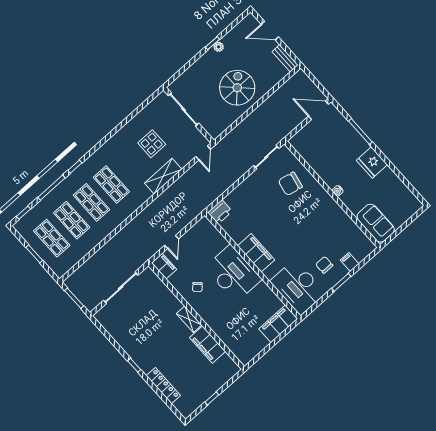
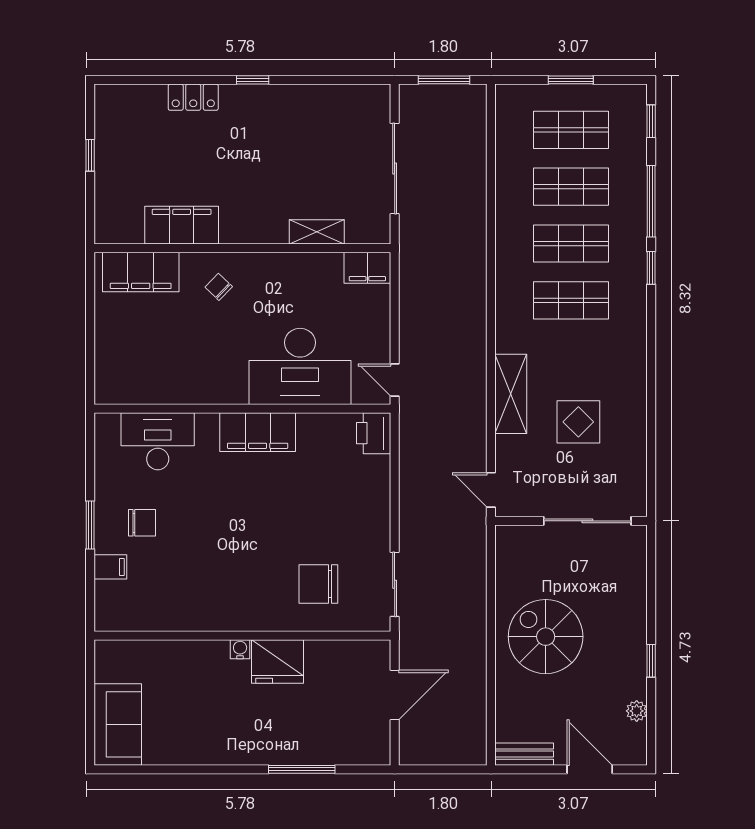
door: (270, 31) -> (590, 769), hinge flipped
plant: (219, 47) -> (637, 711), moved
spiral stairs: (237, 88) -> (546, 637), turned 180
door: (318, 110) -> (395, 695), moved
fridge: (372, 163) -> (277, 662), moved, turned 180
chair: (290, 184) -> (318, 584), turned -102
sofa: (376, 223) -> (118, 724), moved, turned -90
door: (172, 242) -> (395, 380), moved
desk: (233, 273) -> (300, 366), moved
chair: (197, 287) -> (219, 287), moved
desk: (298, 287) -> (158, 441), width x0.73, depth x0.77
shelving: (189, 319) -> (317, 232), moved
filing cabinet: (278, 324) -> (141, 272), moved, turned 90
locker: (163, 386) -> (193, 97), width x0.66

